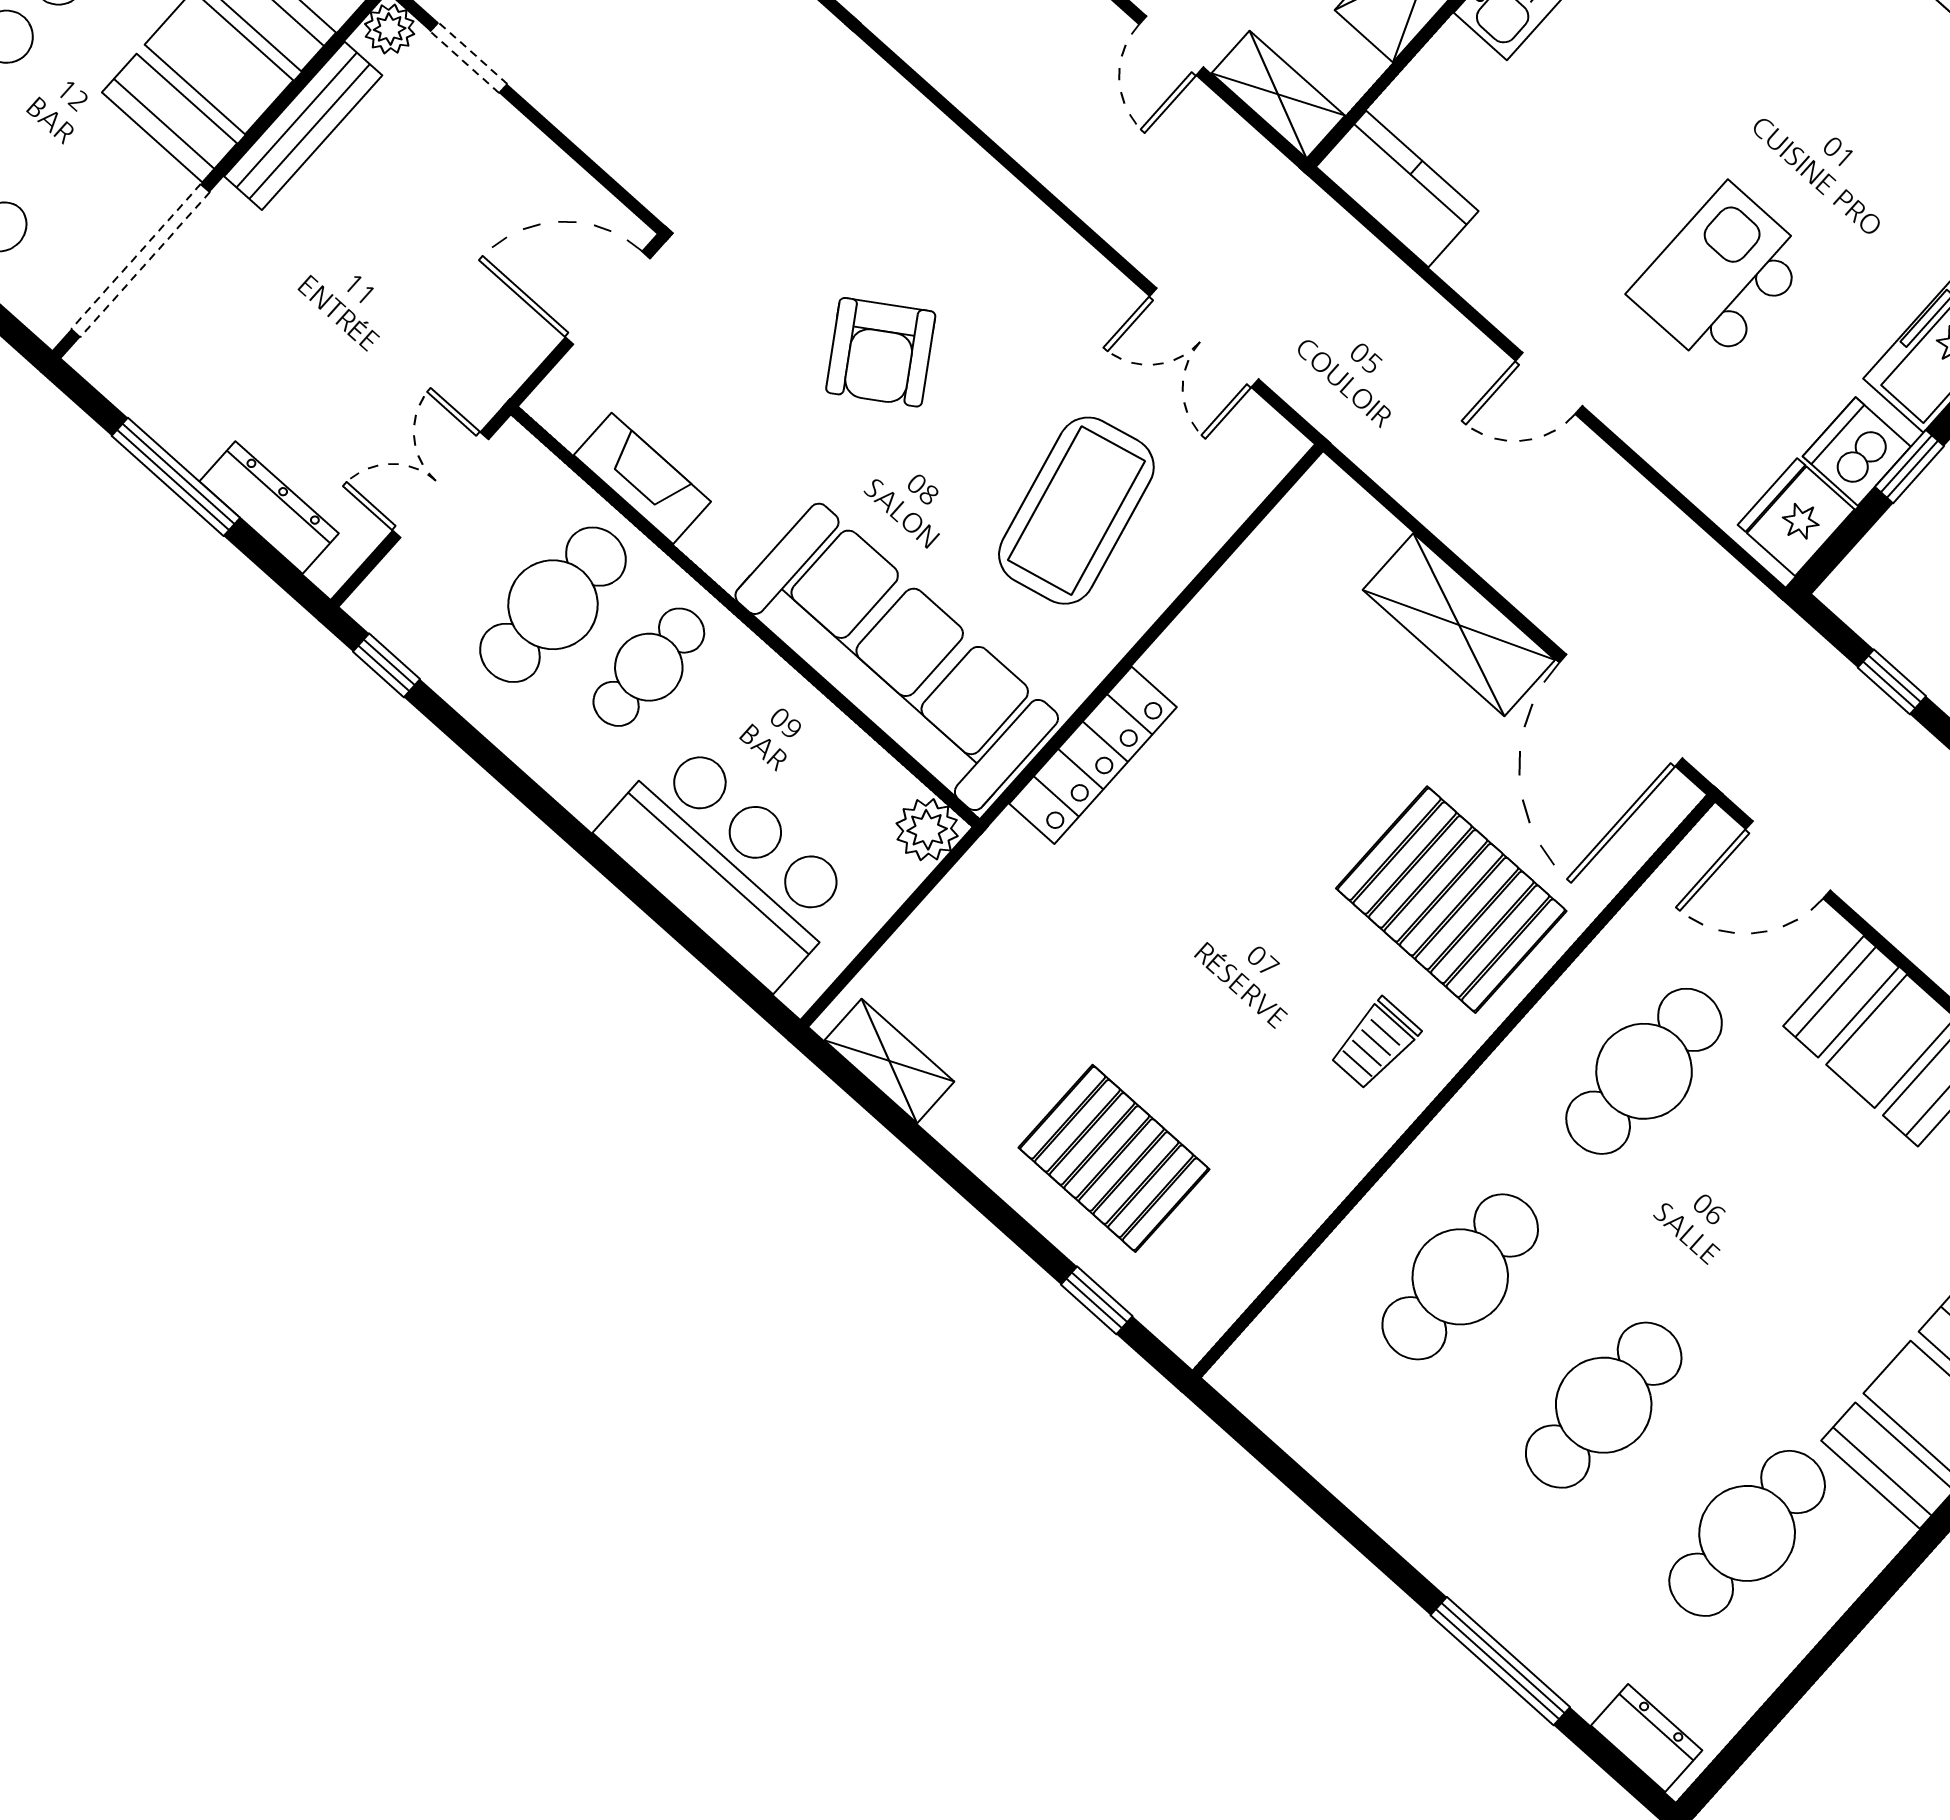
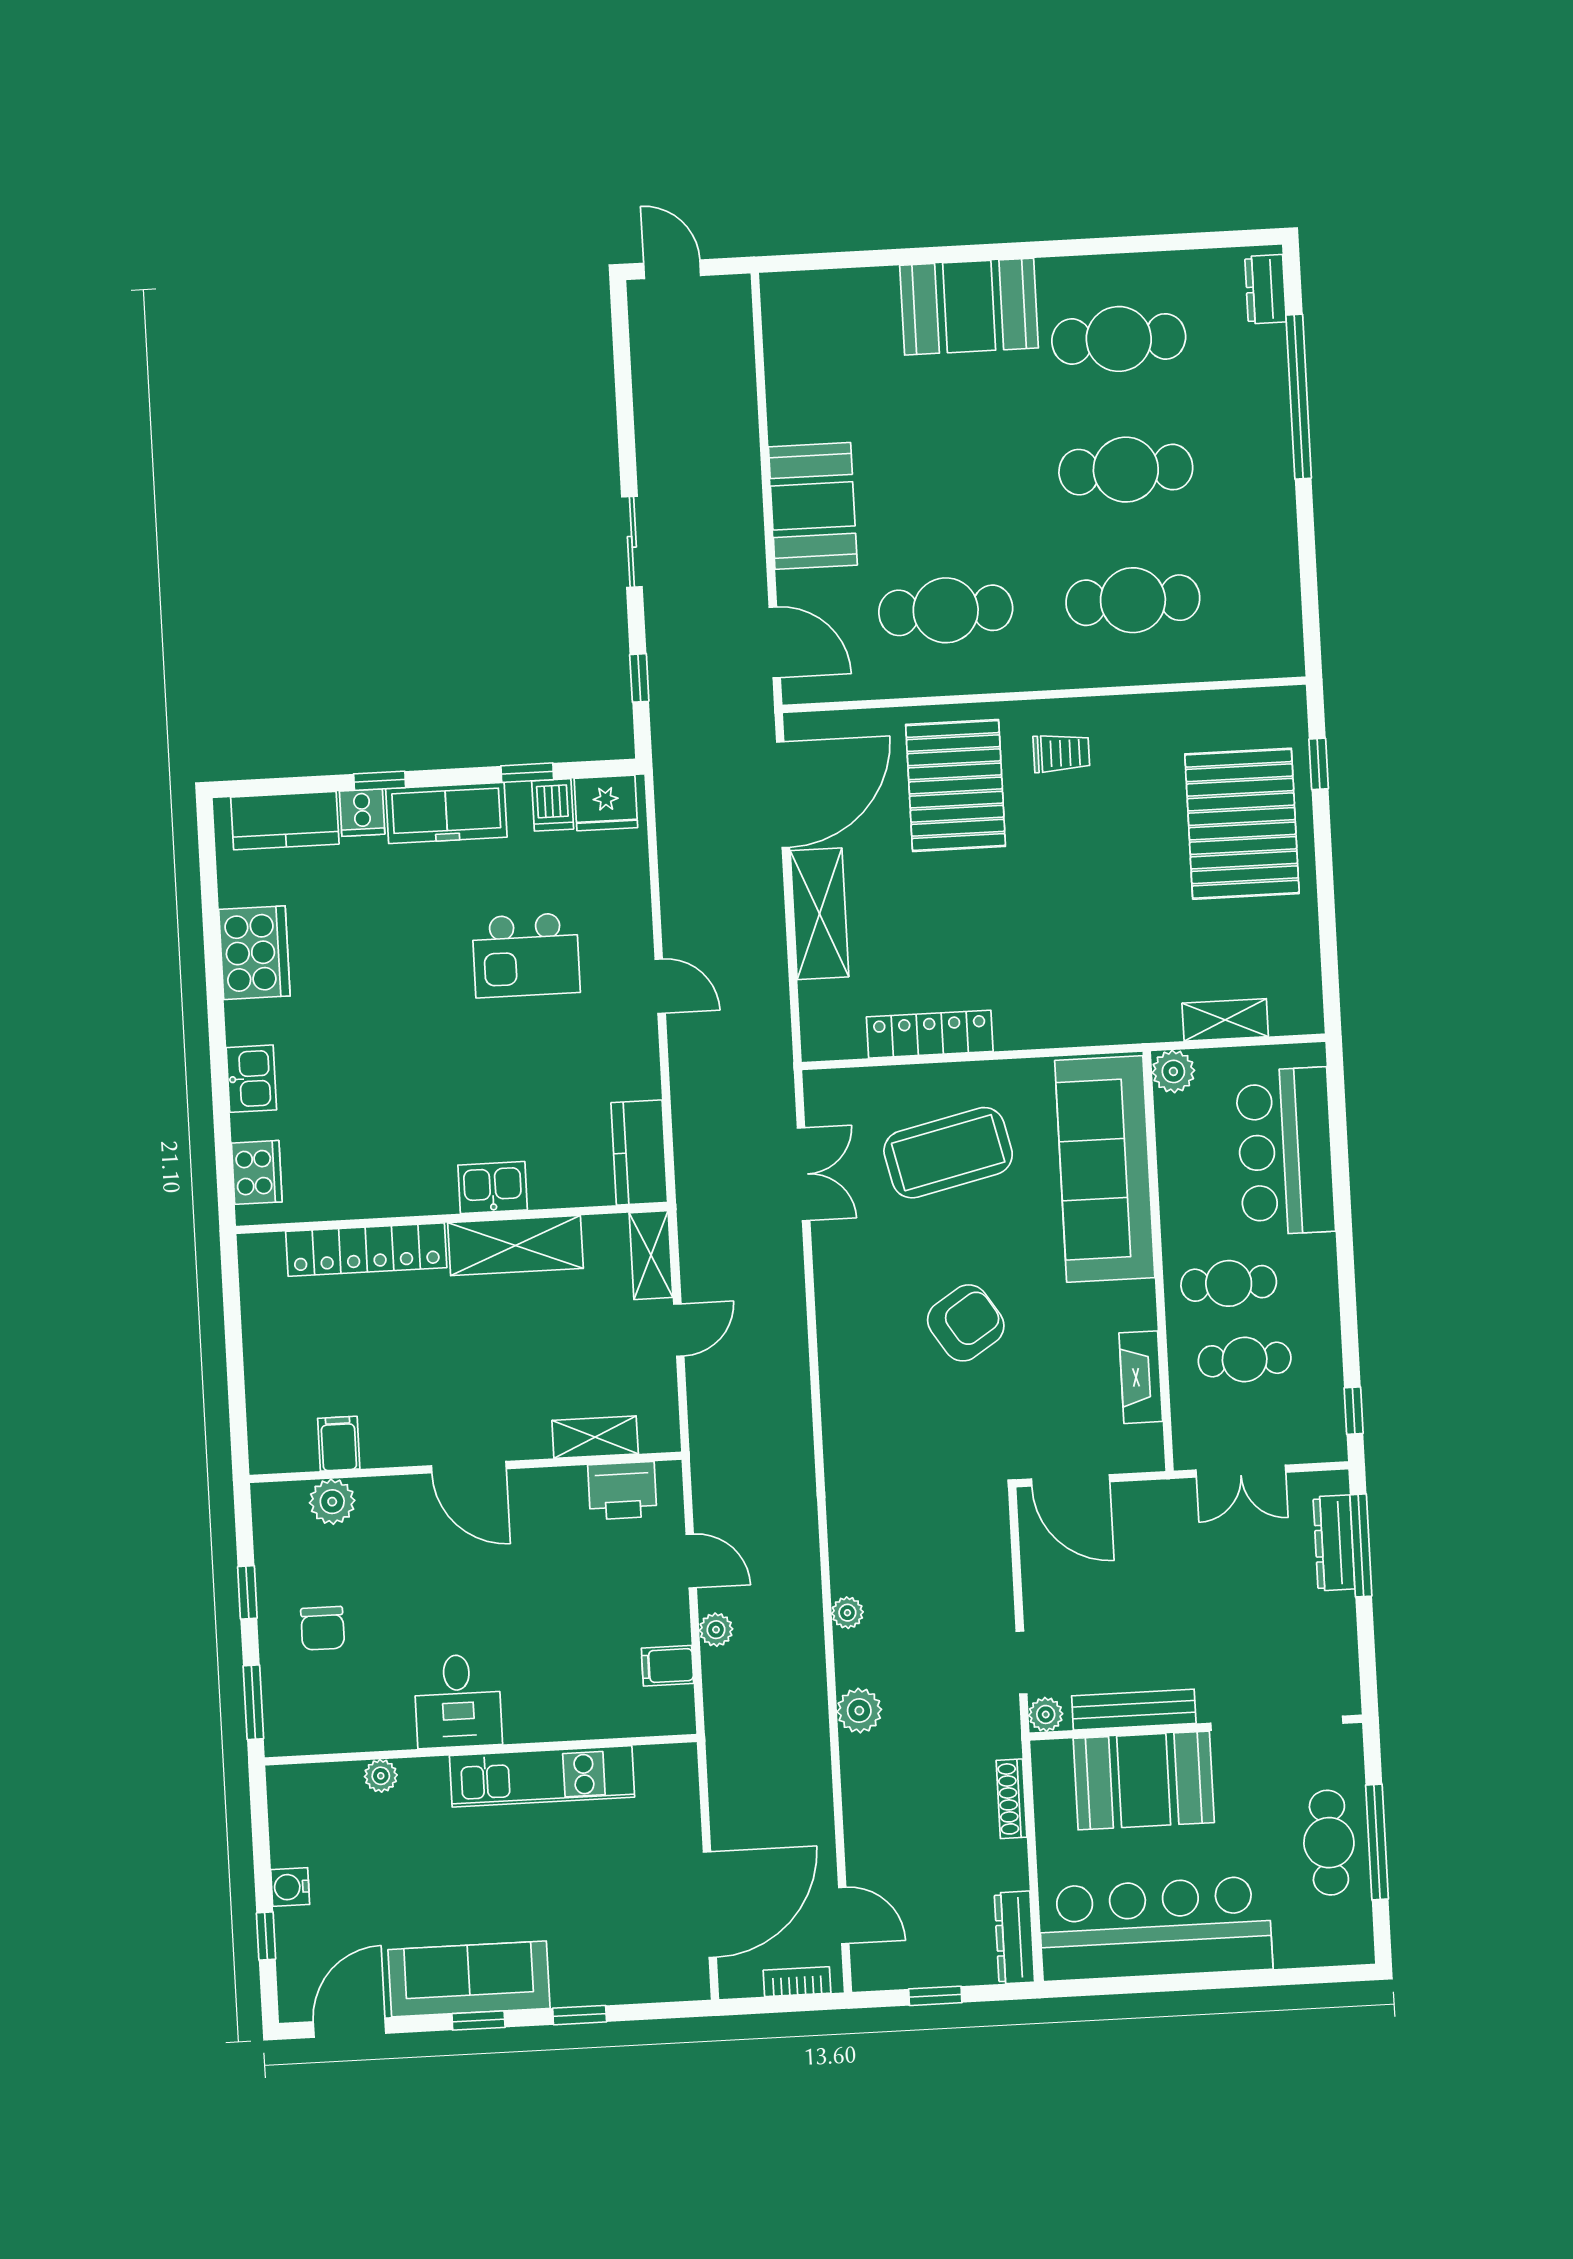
dishwasher: (1857, 451) -> (553, 805), width x0.73
window: (176, 477) -> (1361, 1545), moved
cafe table: (553, 605) -> (1245, 1360), width x0.73, depth x0.74
locker: (1093, 755) -> (930, 1034), moved
shelving: (889, 1061) -> (1225, 1020), moved, turned 90
pallet: (1114, 1158) -> (1242, 824), width x1.37, depth x1.41
window: (1500, 1661) -> (1299, 397), width x1.46

